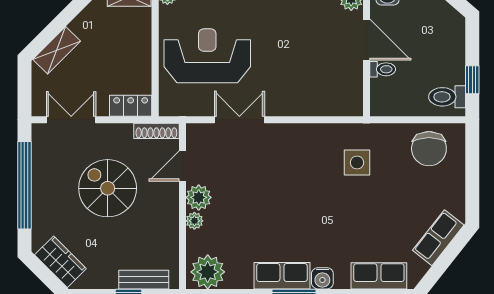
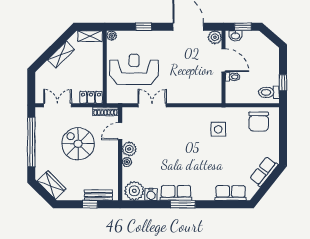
shelving: (57, 50) -> (61, 55), moved
water cooler: (322, 278) -> (151, 194), moved

